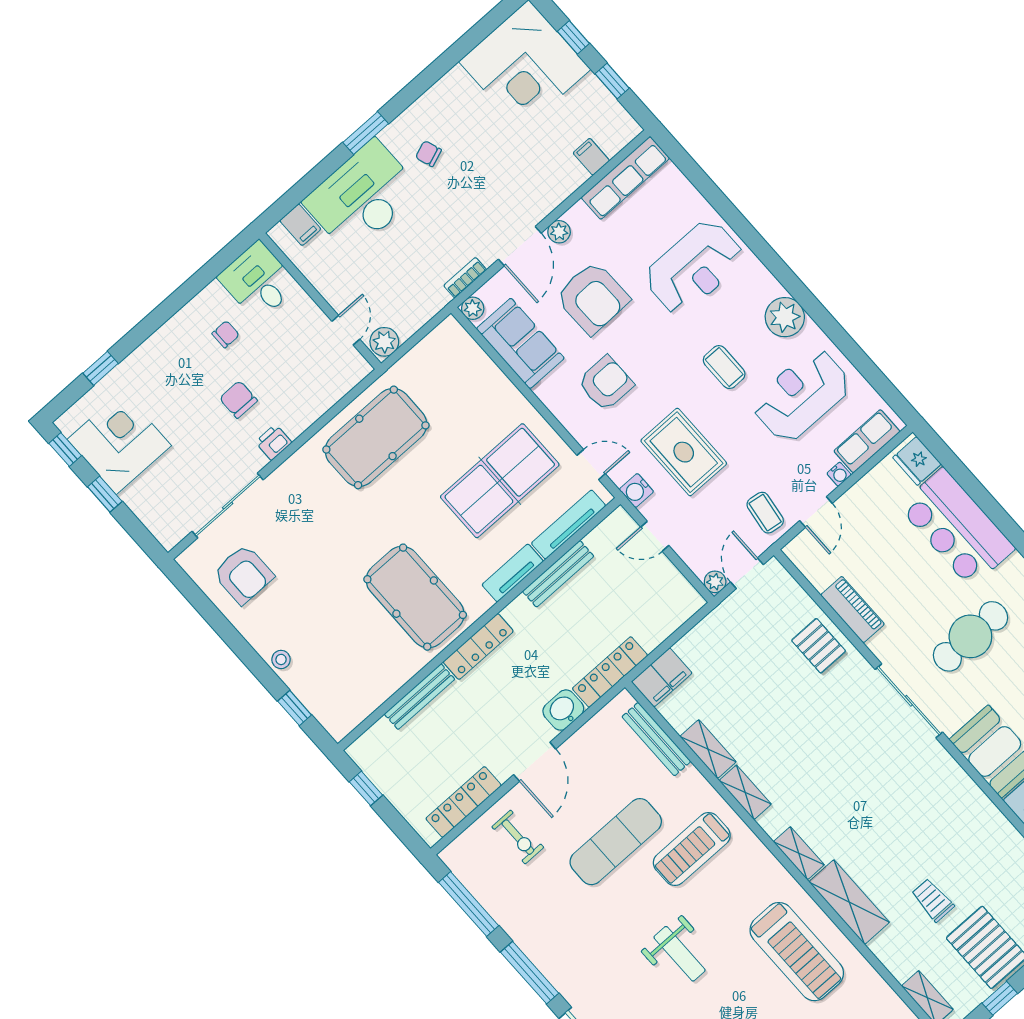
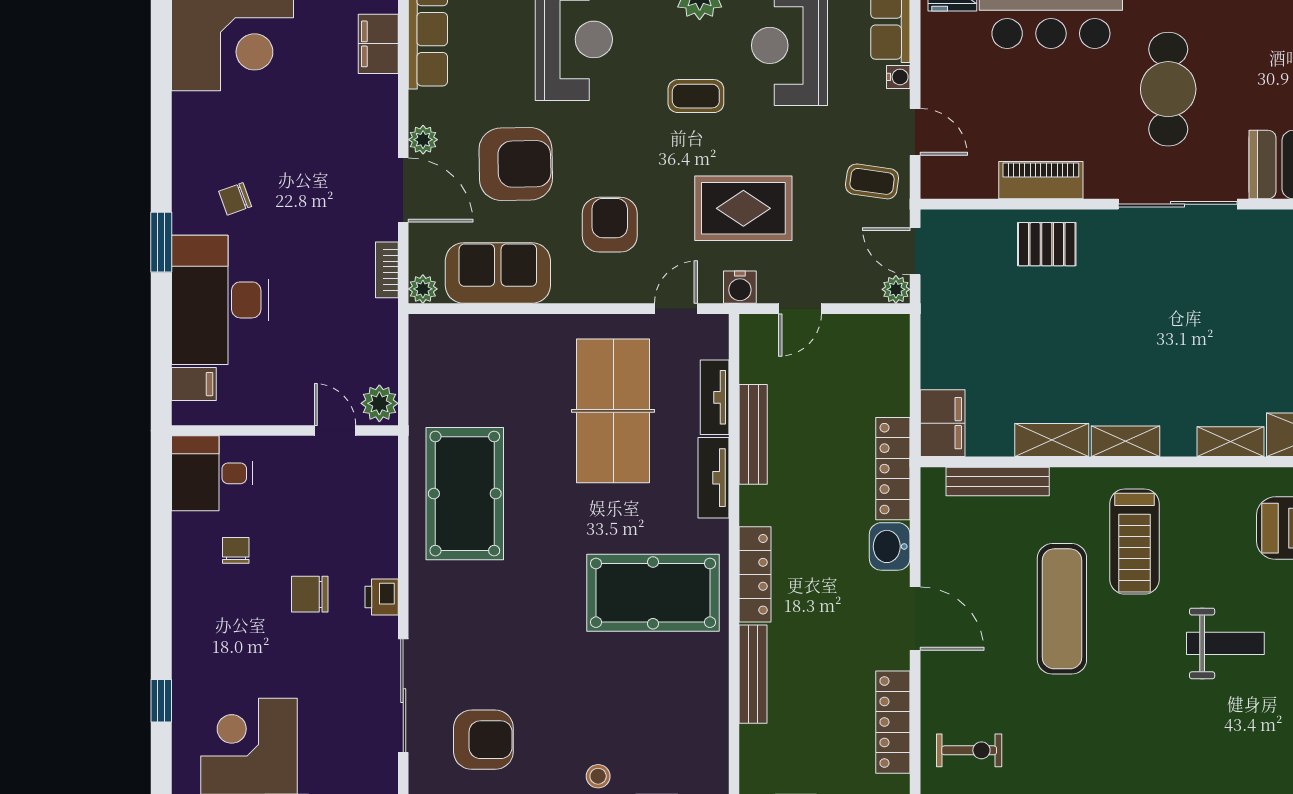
filing cabinet: (591, 157) -> (378, 44), width x2.00
tv unit: (569, 525) -> (715, 397), width x0.71
exercise bike: (518, 837) -> (969, 750), moved

